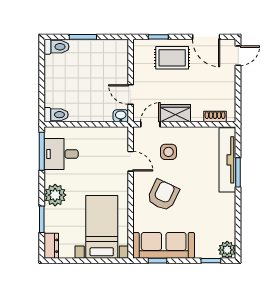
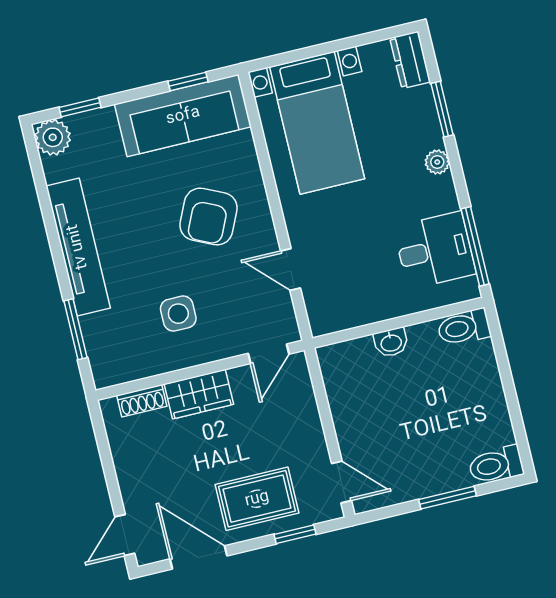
door: (131, 95) -> (341, 482), moved
wardrobe: (175, 113) -> (199, 394), moved
washbasin: (121, 116) -> (391, 342), moved
side table: (168, 152) -> (178, 314), moved
tv unit: (227, 160) -> (78, 247), moved
window: (238, 172) -> (75, 329), moved
plant: (55, 195) -> (437, 162), width x0.53, depth x0.53

